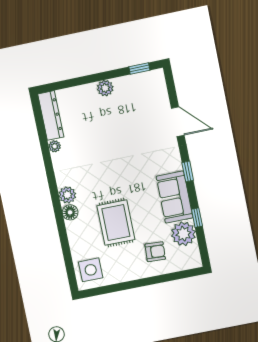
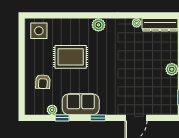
floor lamp: (70, 212) -> (85, 24), removed
plant: (183, 234) -> (52, 110), width x0.53, depth x0.53

